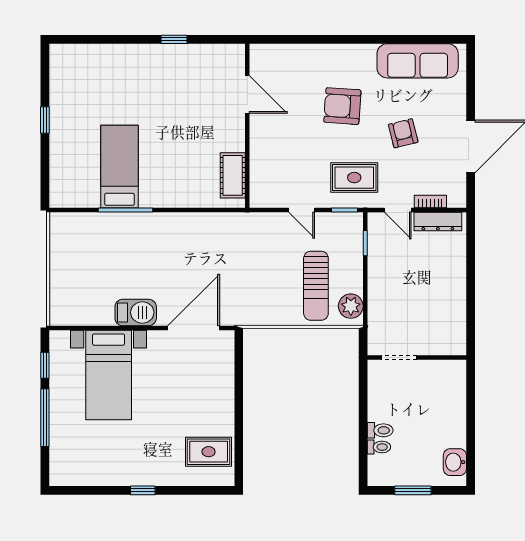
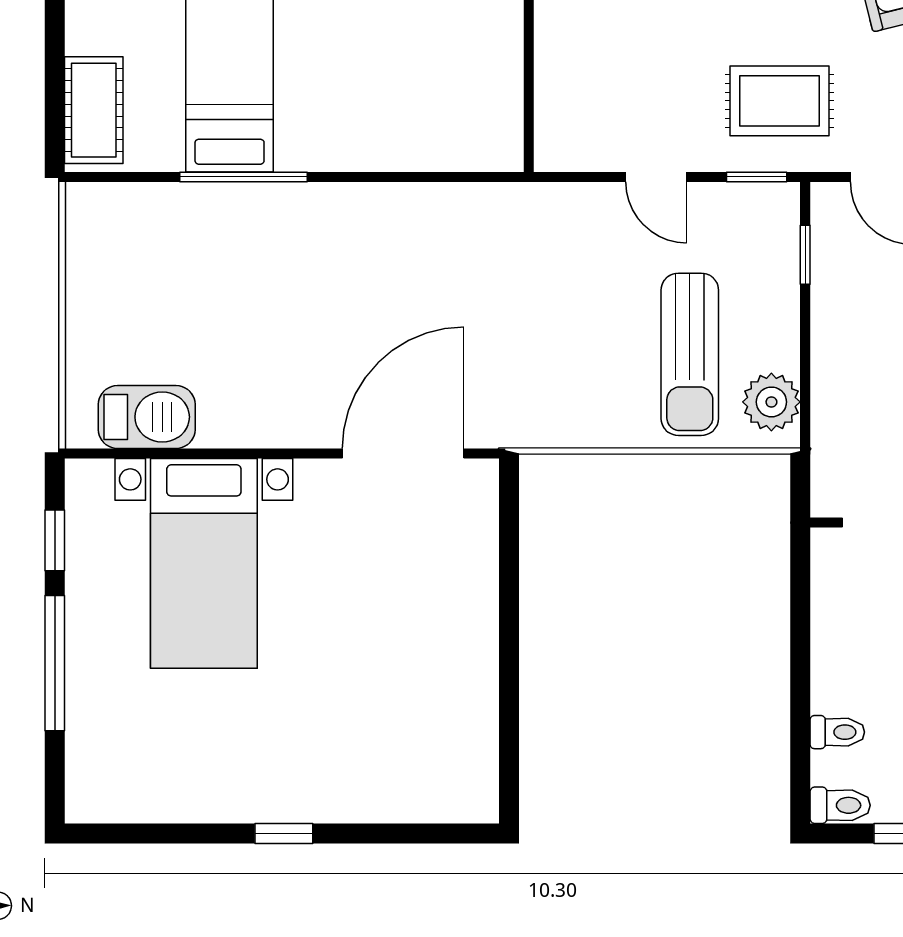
cot: (233, 175) -> (94, 110), moved
barbecue: (136, 312) -> (147, 417), moved
toilet: (380, 430) -> (840, 805), moved
rug: (209, 452) -> (438, 743), removed

